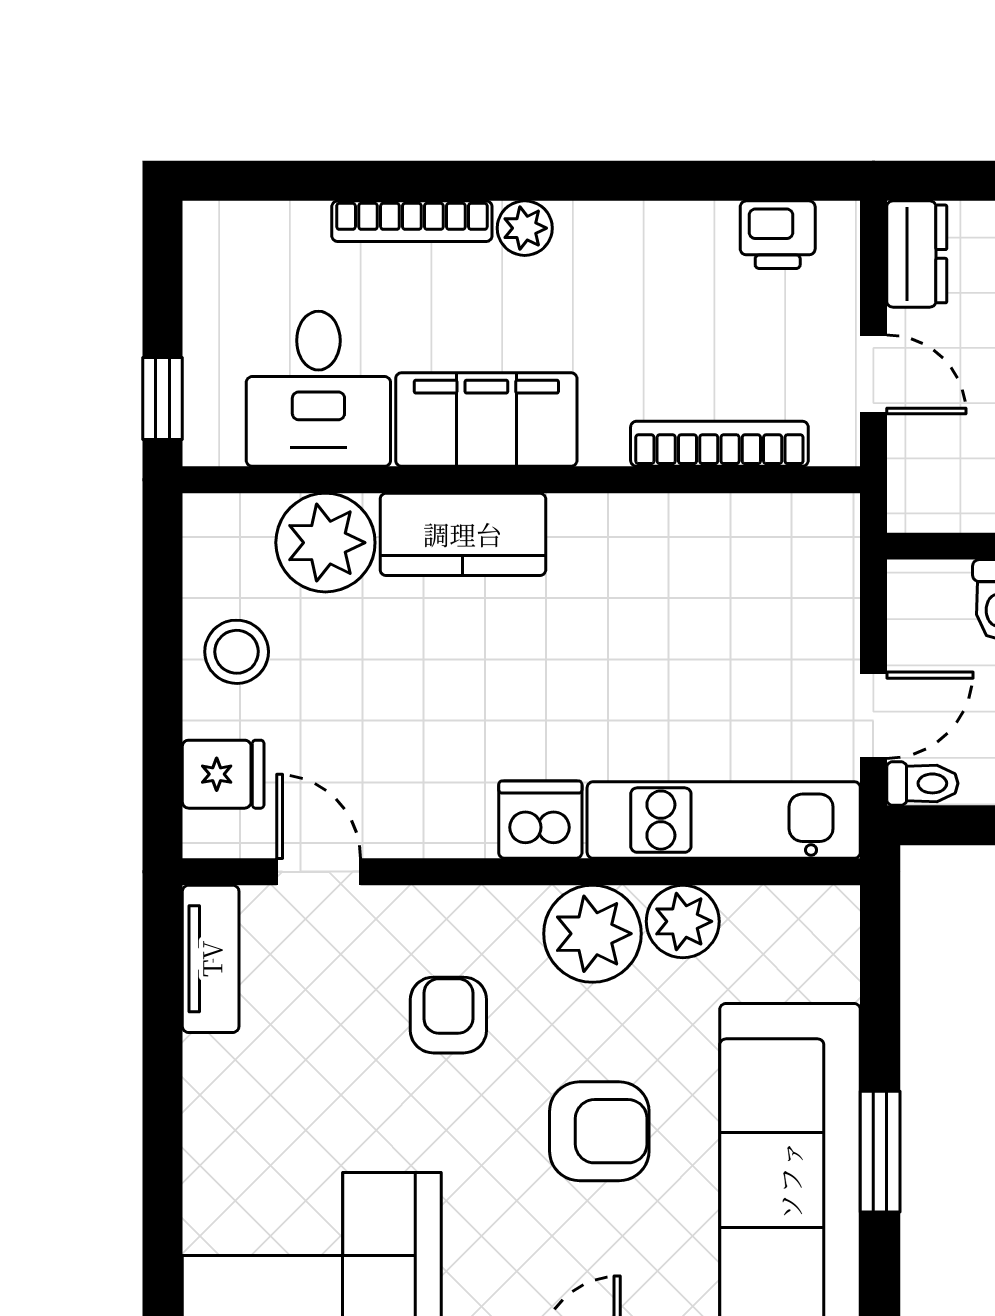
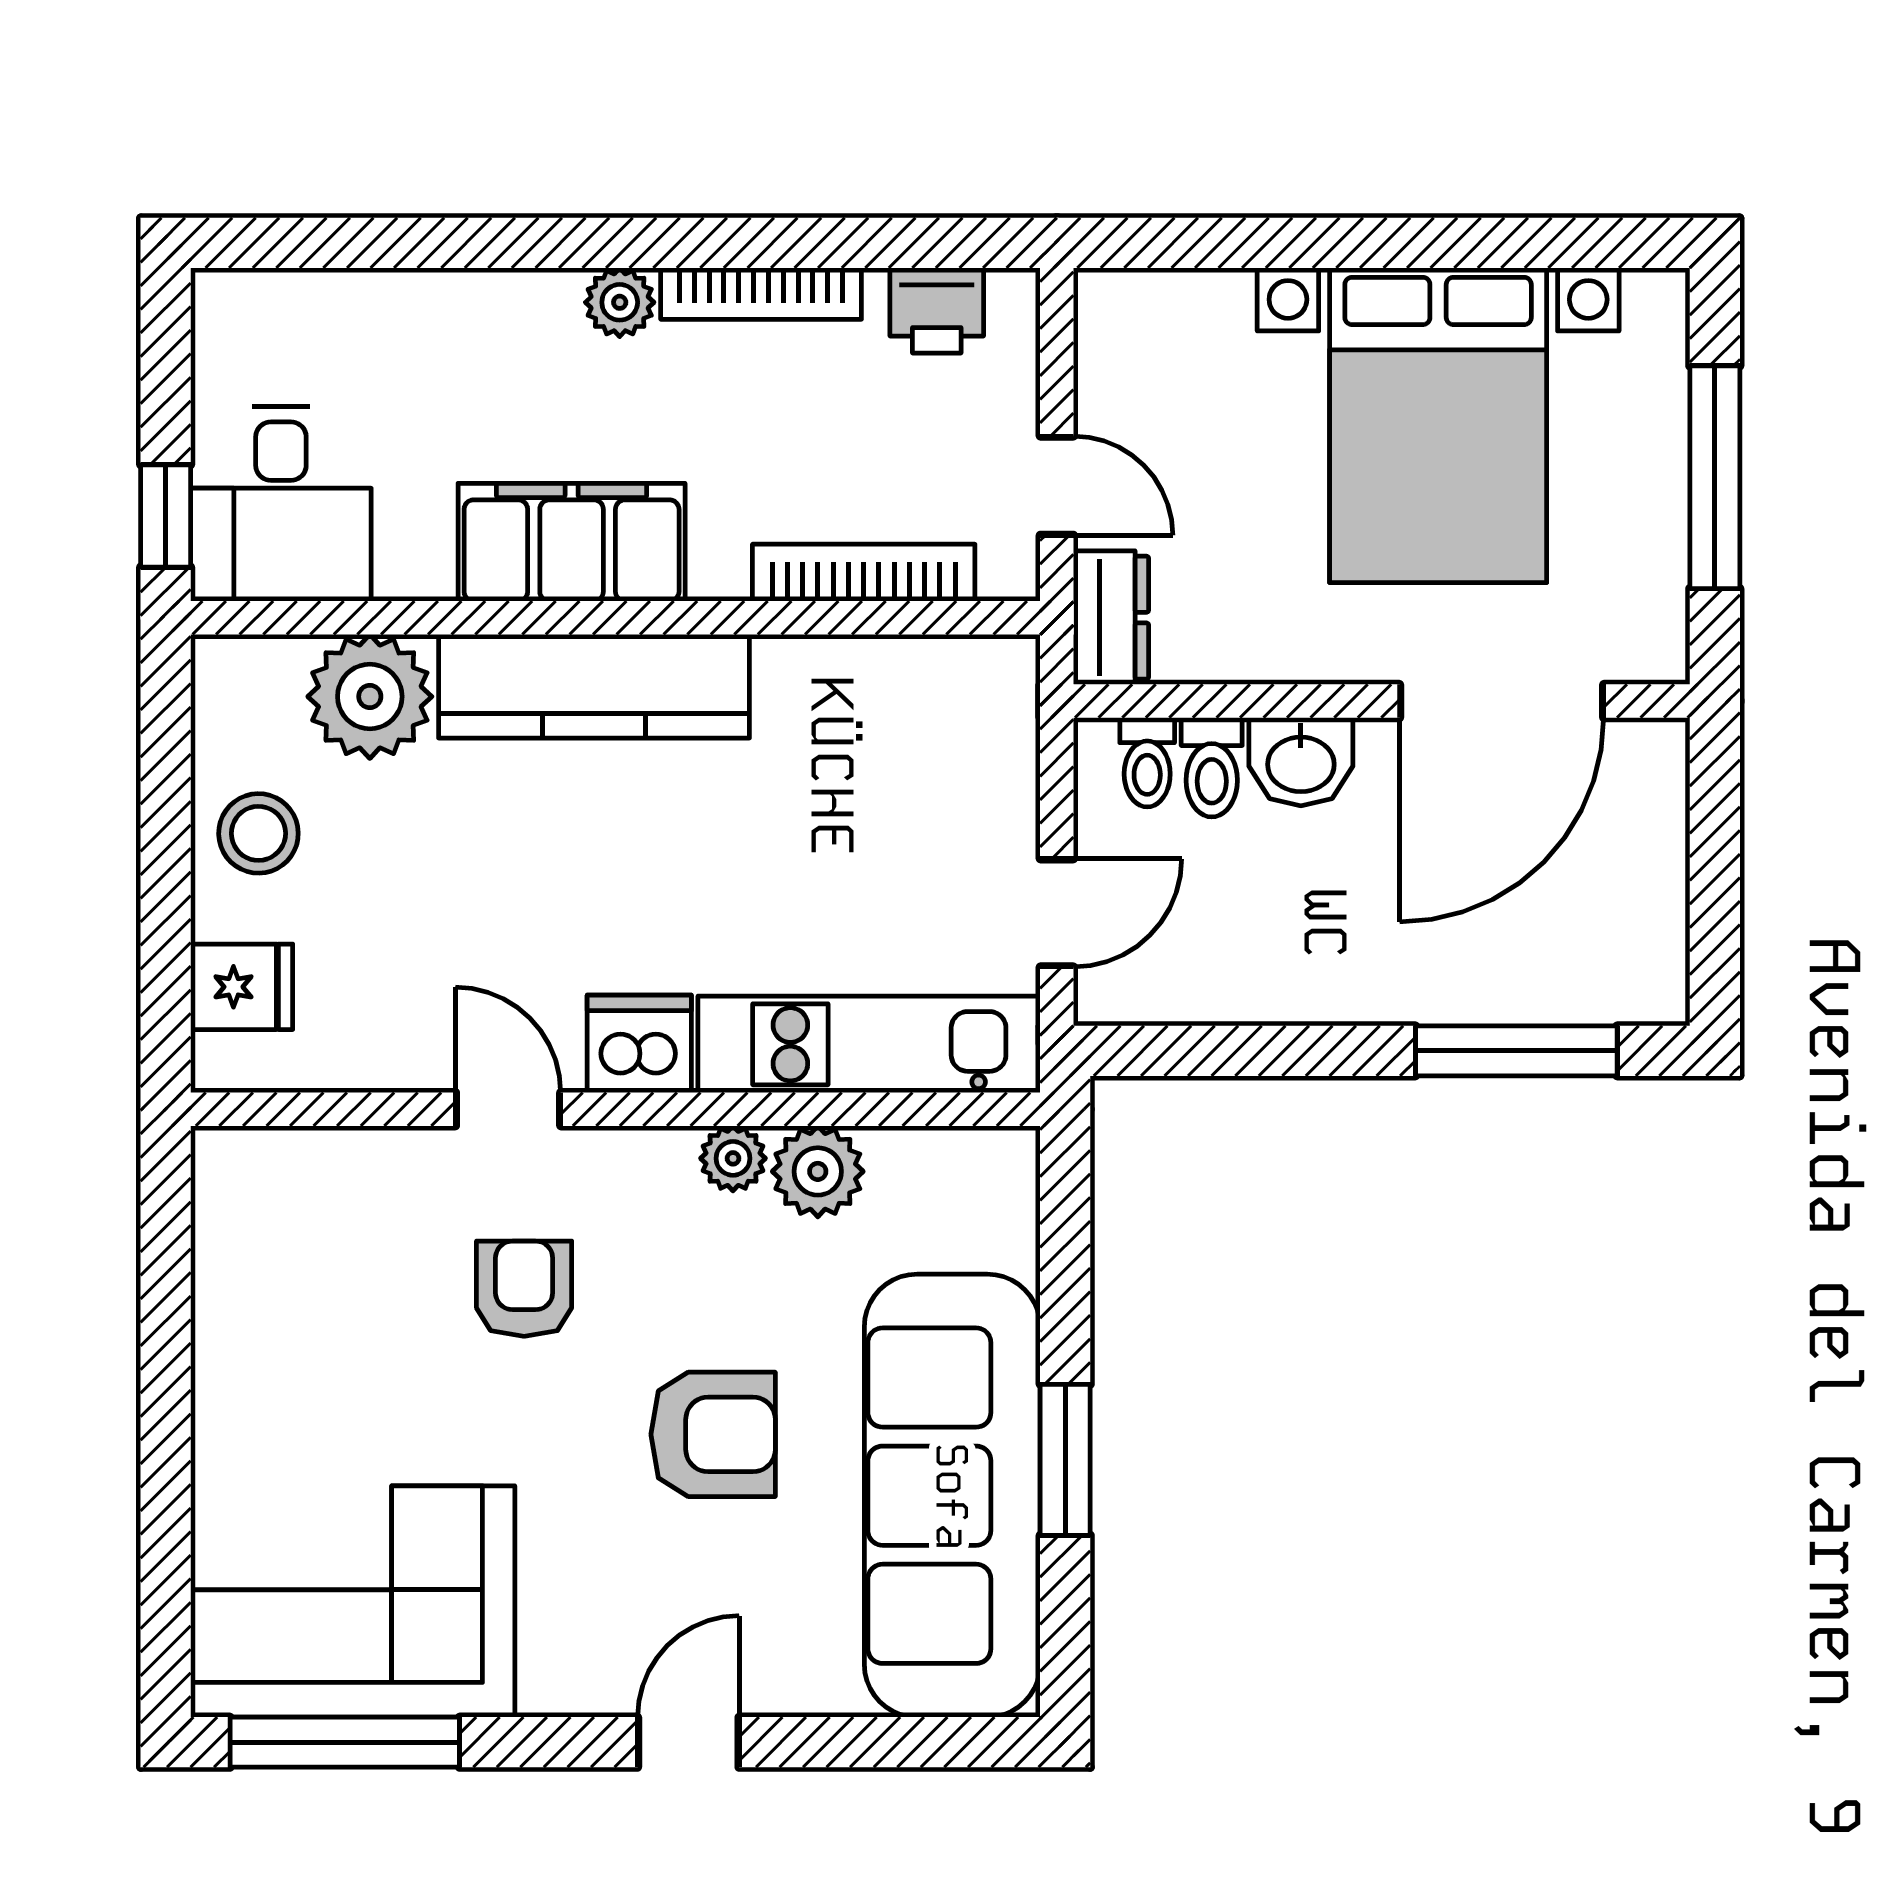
bookcase: (412, 221) -> (761, 294), moved
dresser: (917, 254) -> (1111, 618), moved
desk: (318, 389) -> (281, 504), moved
kitchen counter: (463, 534) -> (594, 686), width x1.50
toilet: (922, 783) -> (1147, 762), moved, turned 90
door: (319, 872) -> (508, 1109), moved
plant: (592, 934) -> (733, 1158), width x0.53, depth x0.53
tv unit: (211, 959) -> (226, 1218), removed

